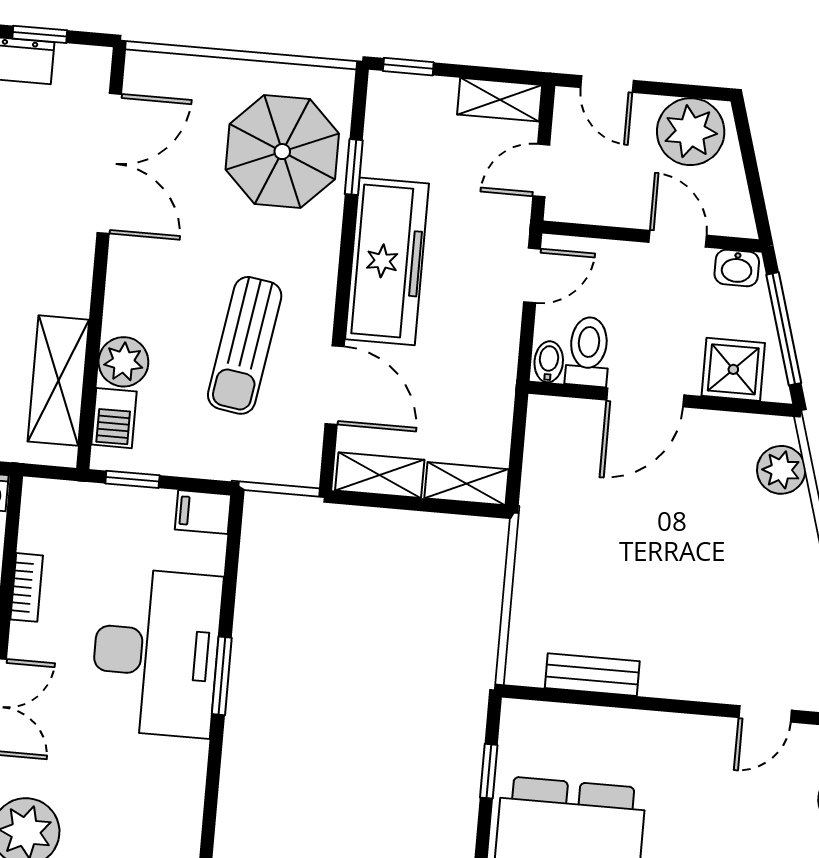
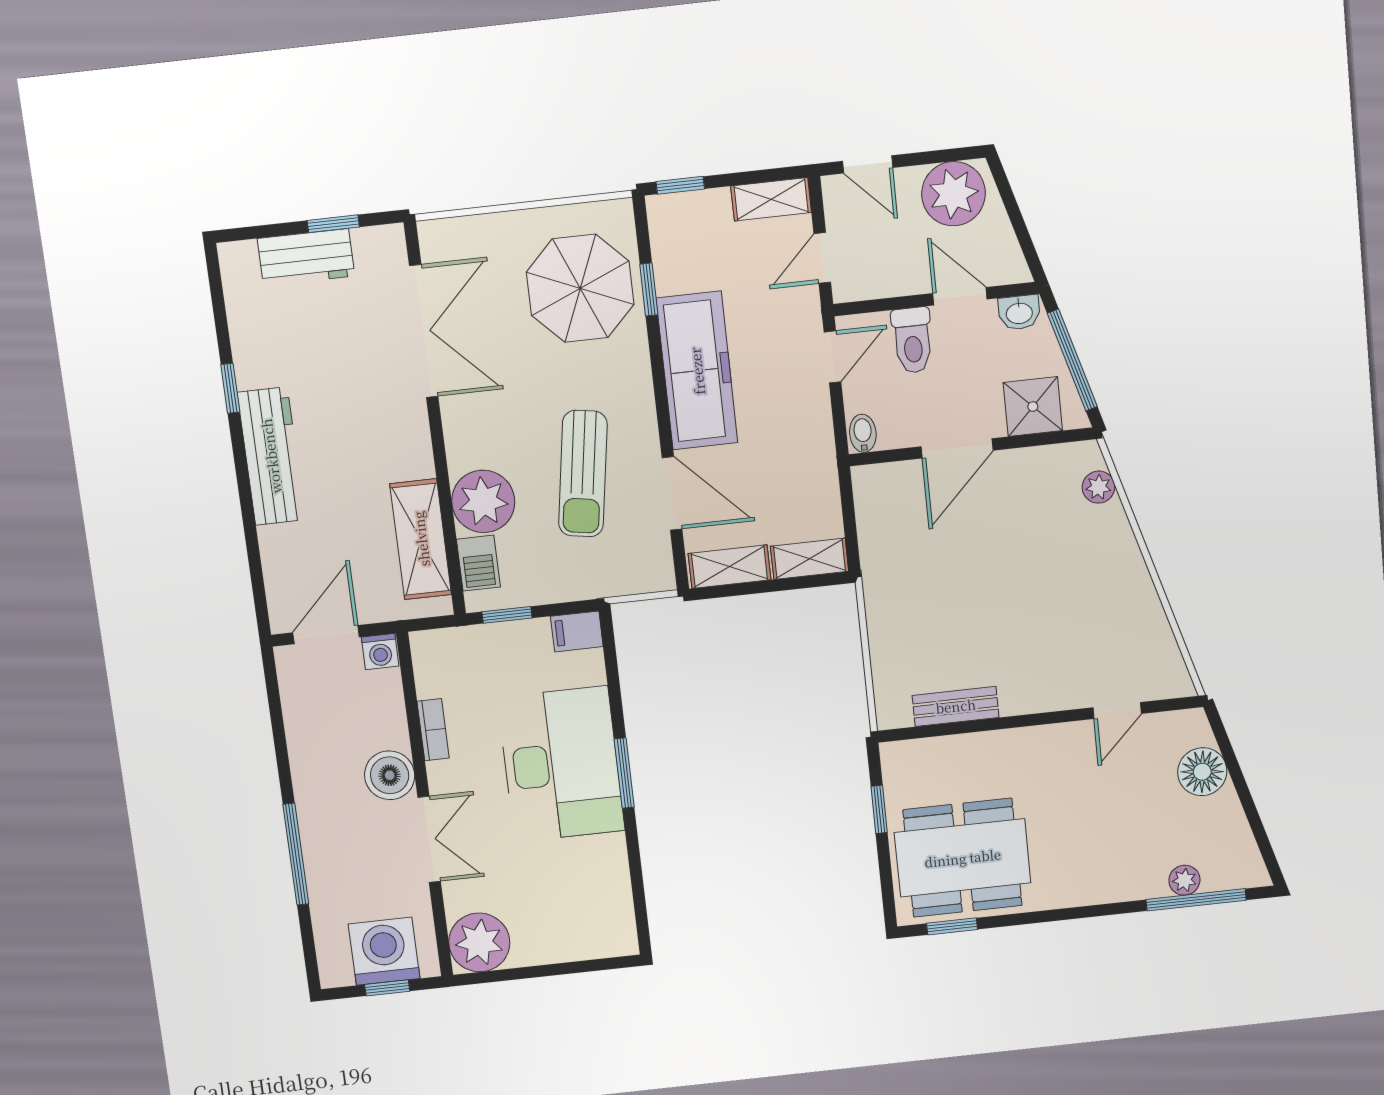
toilet: (588, 352) -> (912, 340), moved, turned 180
plant: (123, 362) -> (483, 501), width x1.36, depth x1.36
plant: (781, 470) -> (1099, 487), width x0.73, depth x0.73

